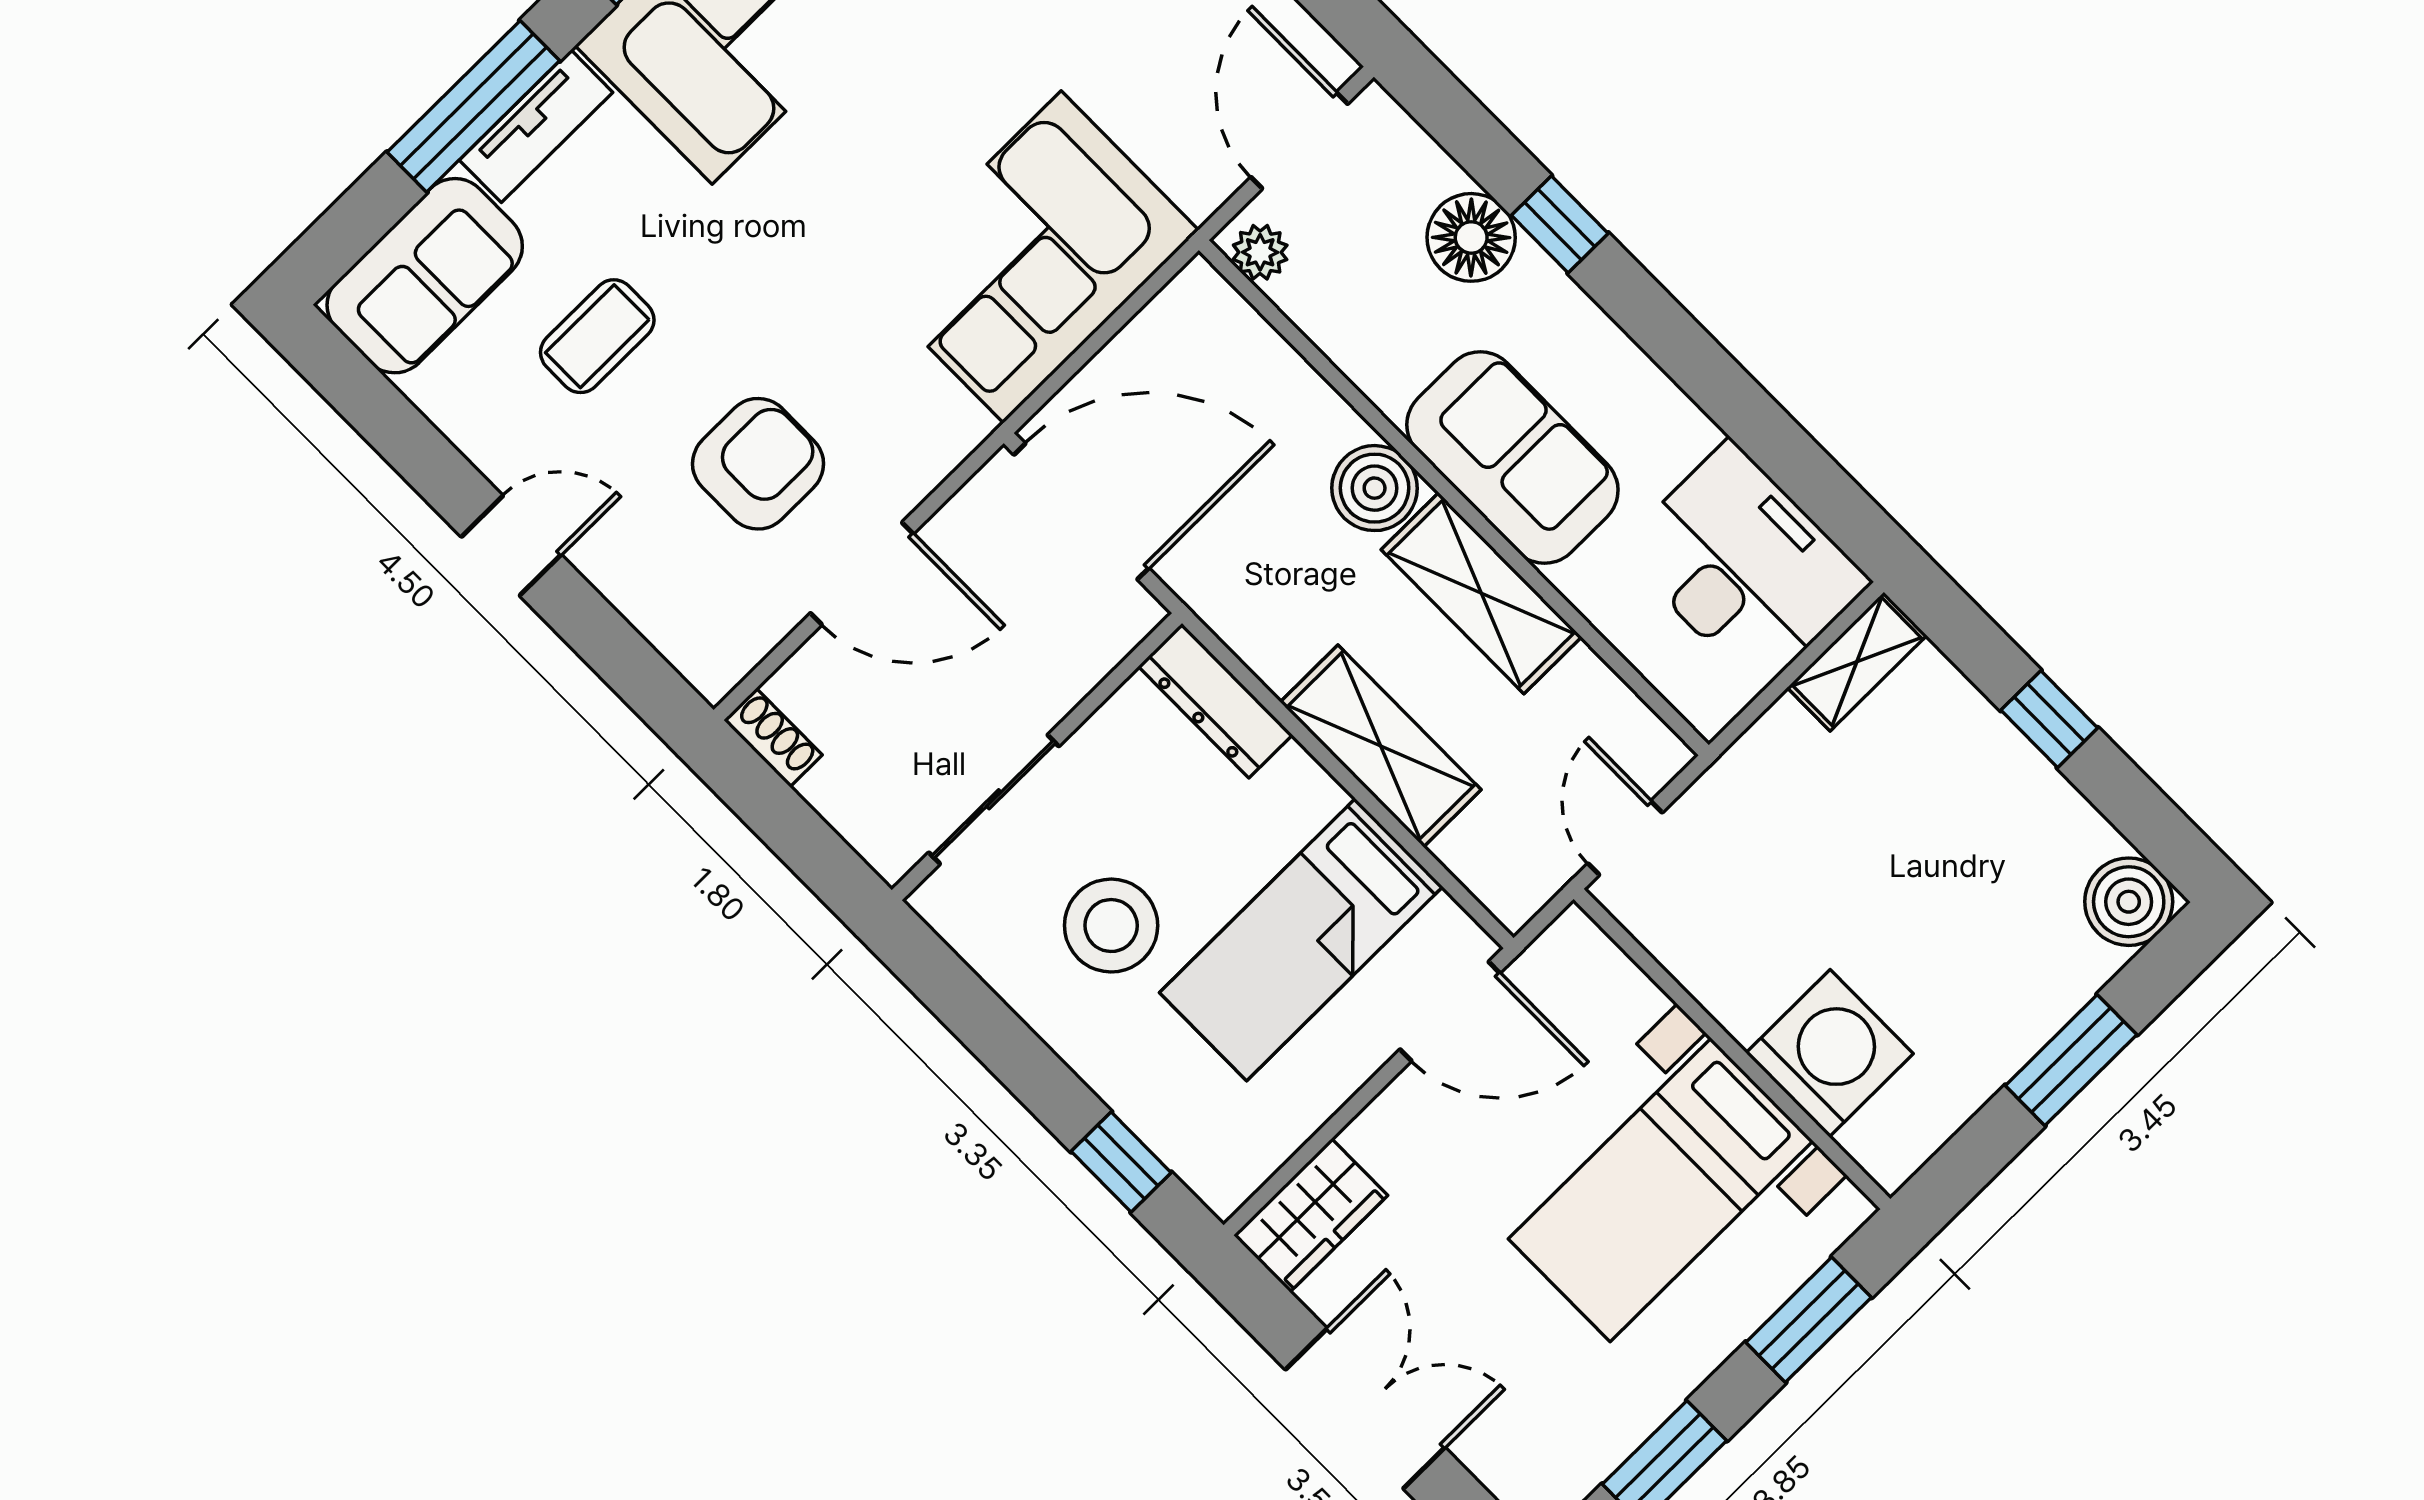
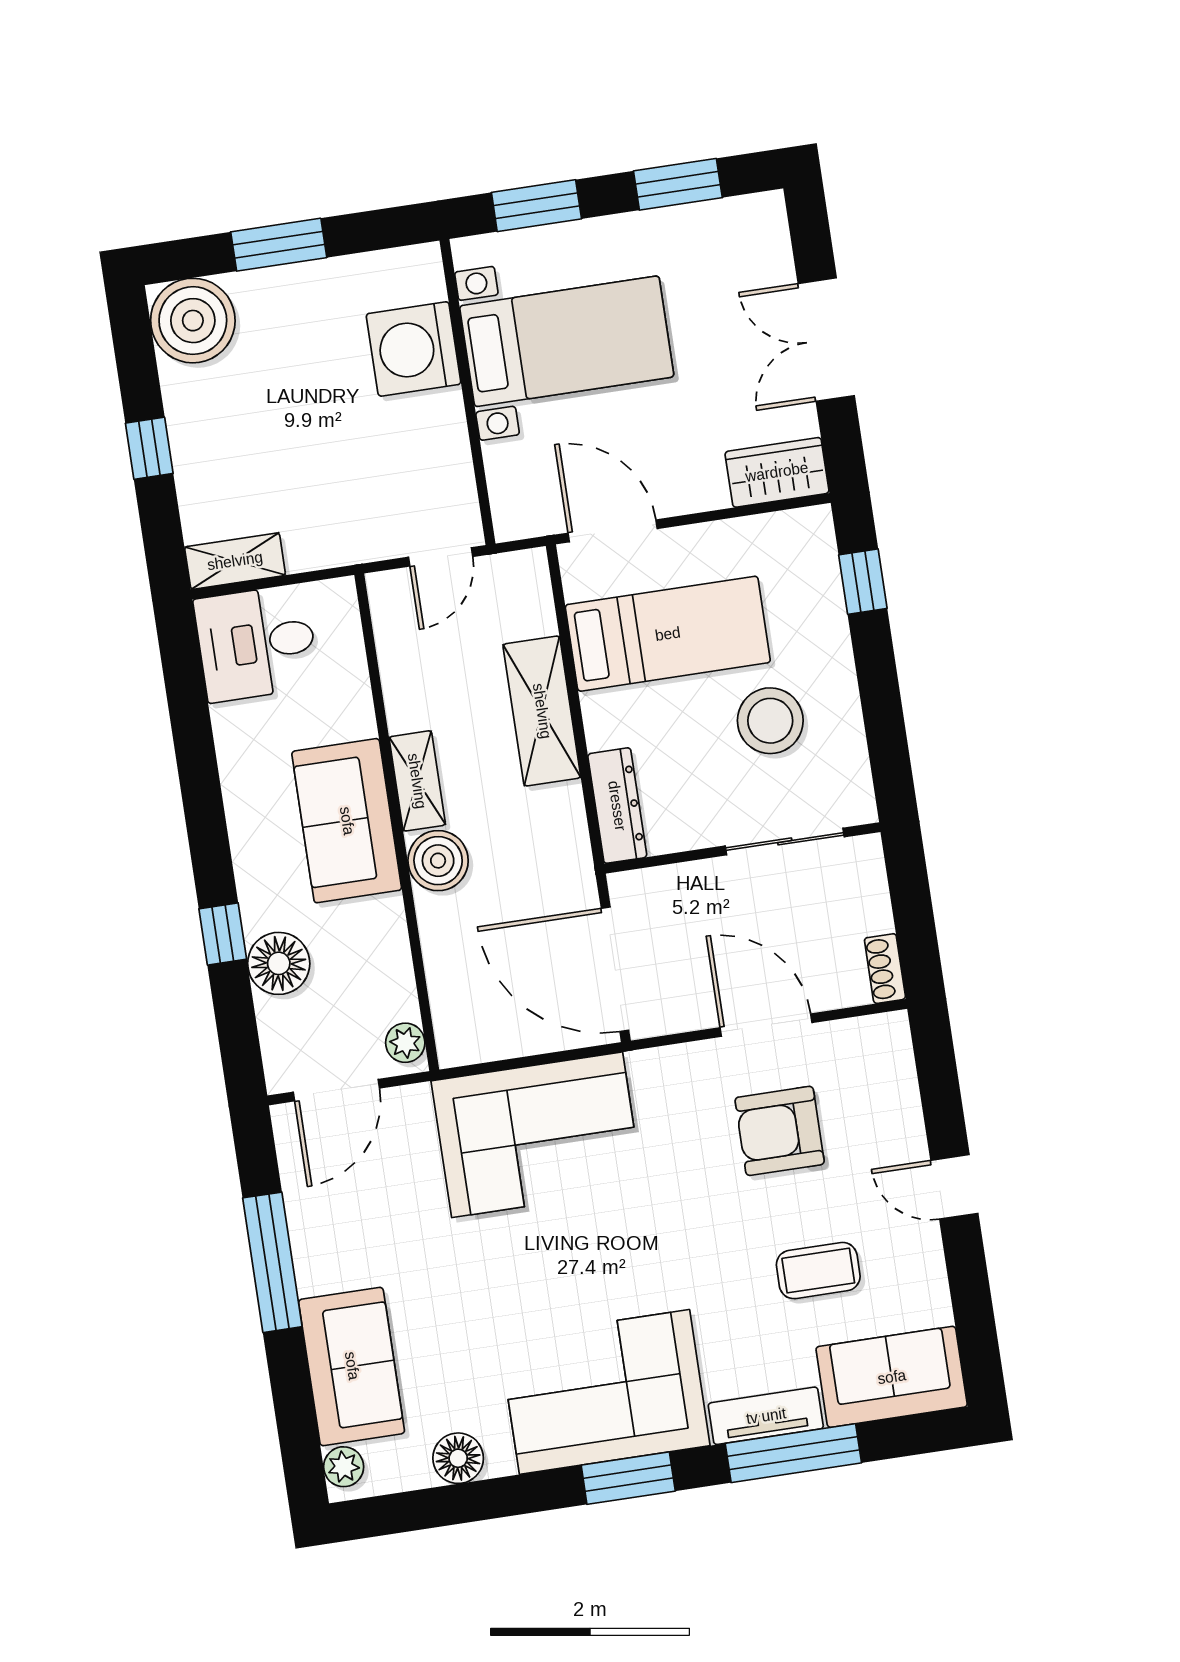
desk: (1744, 566) -> (256, 643), width x0.73
shelving: (1481, 593) -> (417, 781), width x0.67, depth x0.75
boiler: (2129, 902) -> (193, 321), width x1.37, depth x1.37

